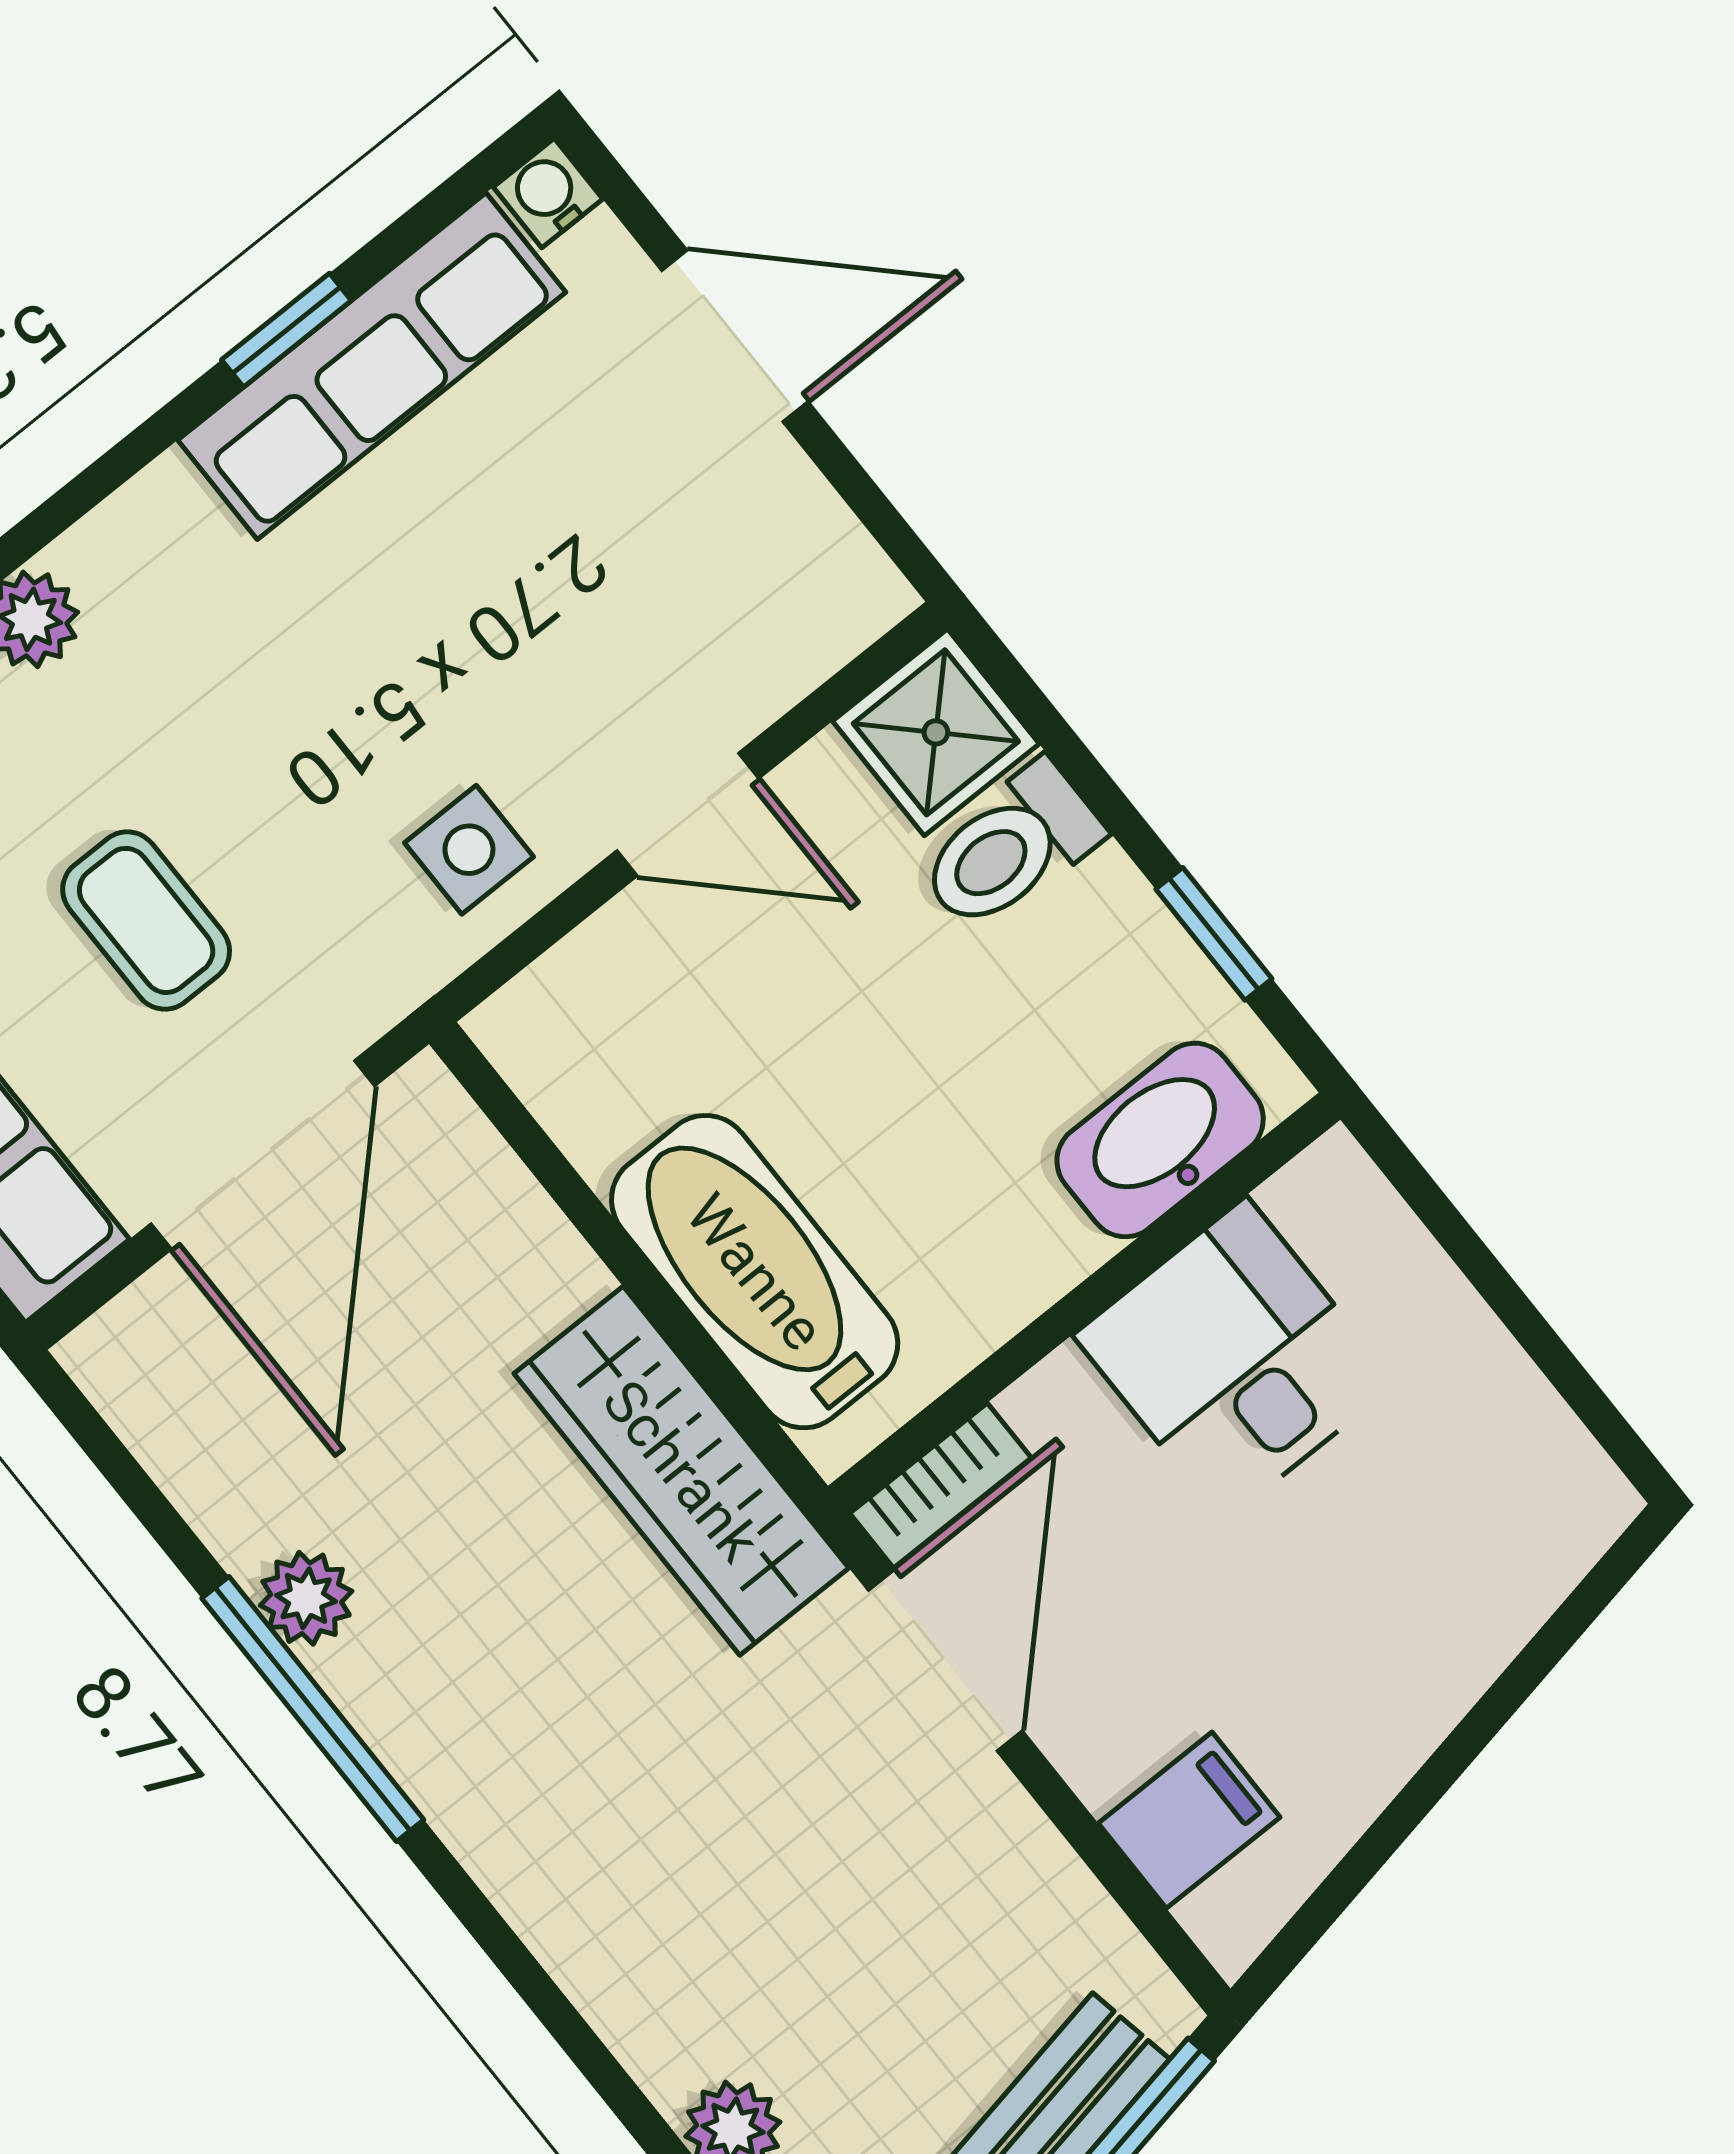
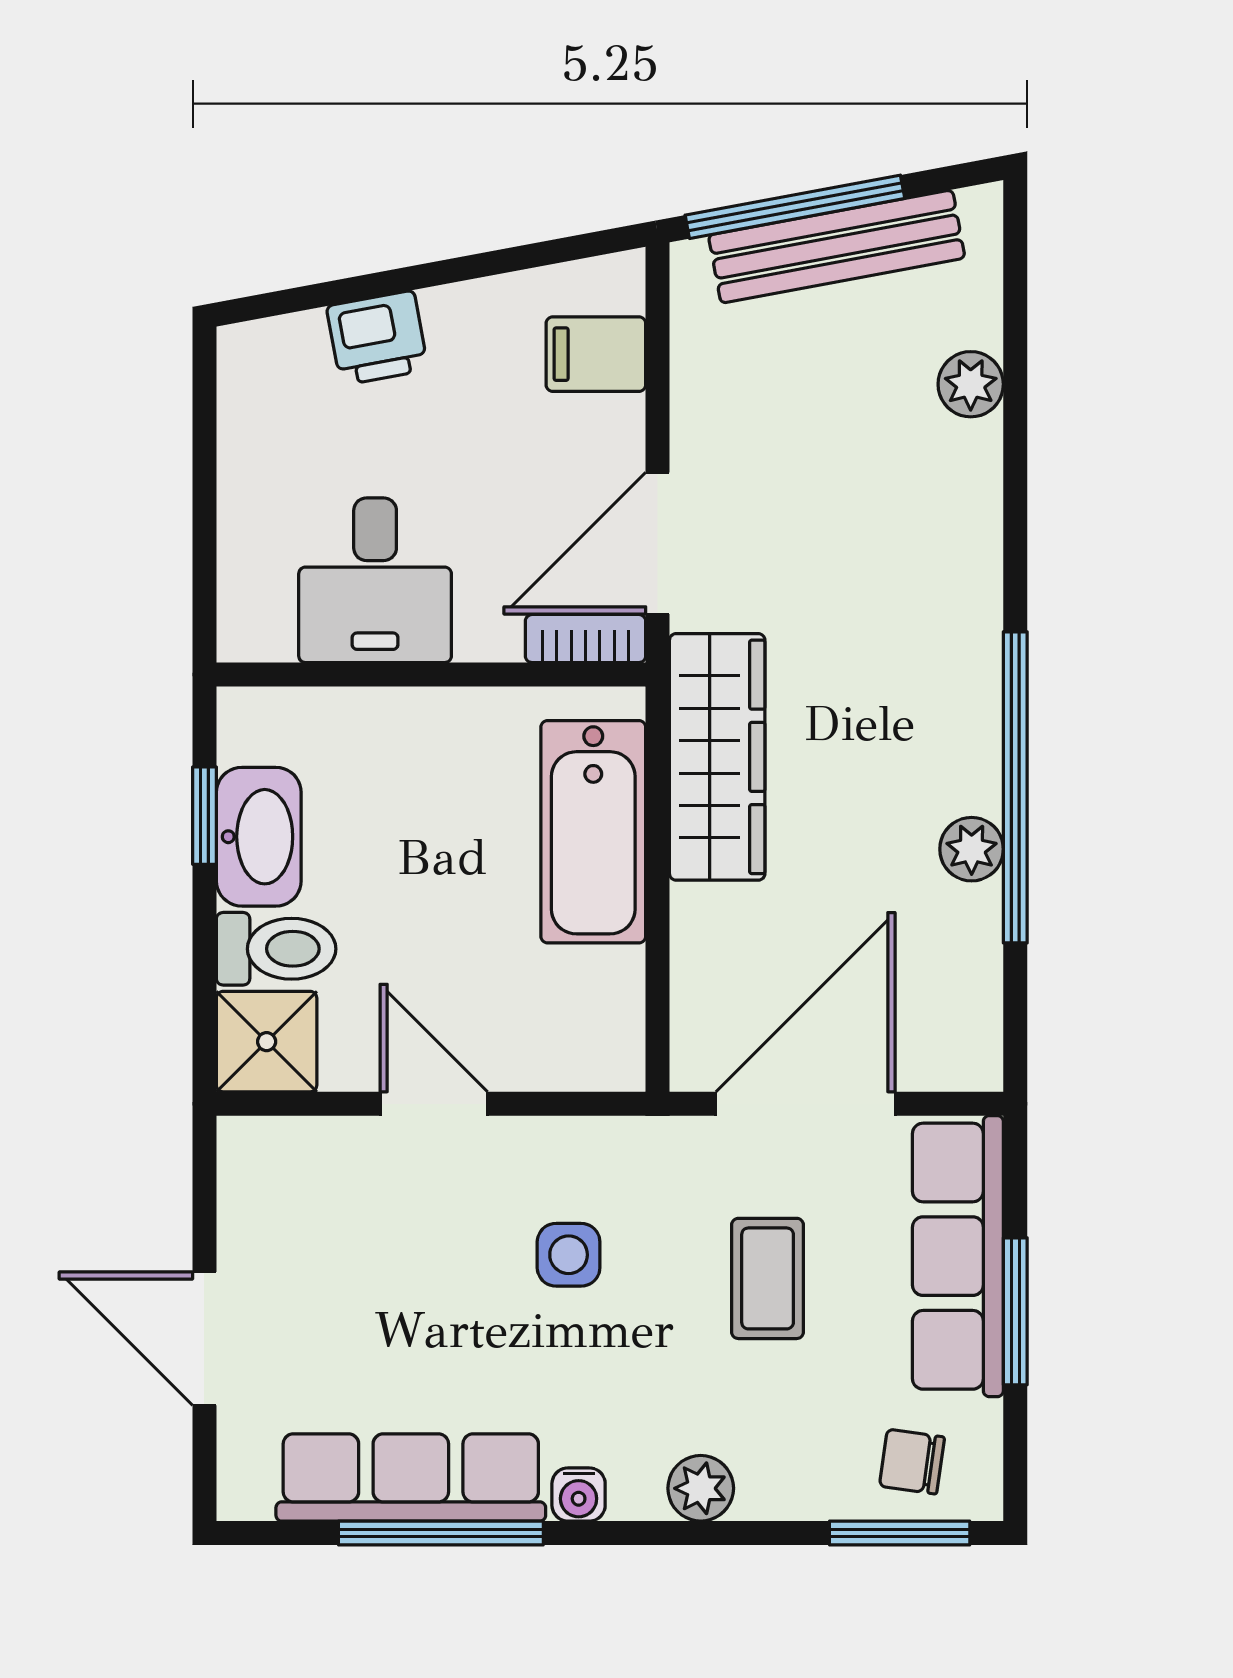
water cooler: (548, 193) -> (579, 1494), moved
window: (286, 330) -> (441, 1533), width x2.17
side table: (469, 850) -> (569, 1255), moved
washbasin: (1160, 1140) -> (259, 837), moved, turned -90
printer: (1454, 1638) -> (377, 338), added
window: (313, 1709) -> (1015, 787), width x1.46

